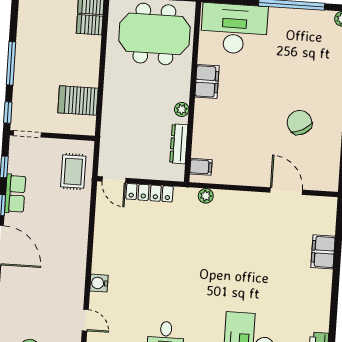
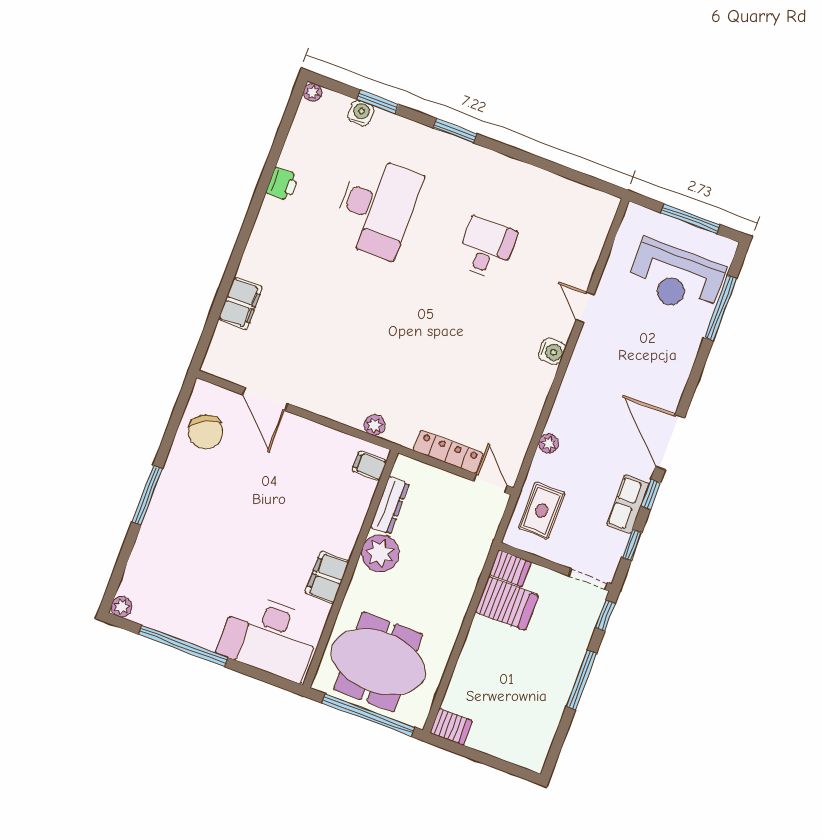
server rack: (90, 25) -> (510, 568), moved
plant: (182, 109) -> (380, 553), width x1.87, depth x1.87
chair: (300, 123) -> (205, 432), moved
plant: (82, 219) -> (549, 443), added

